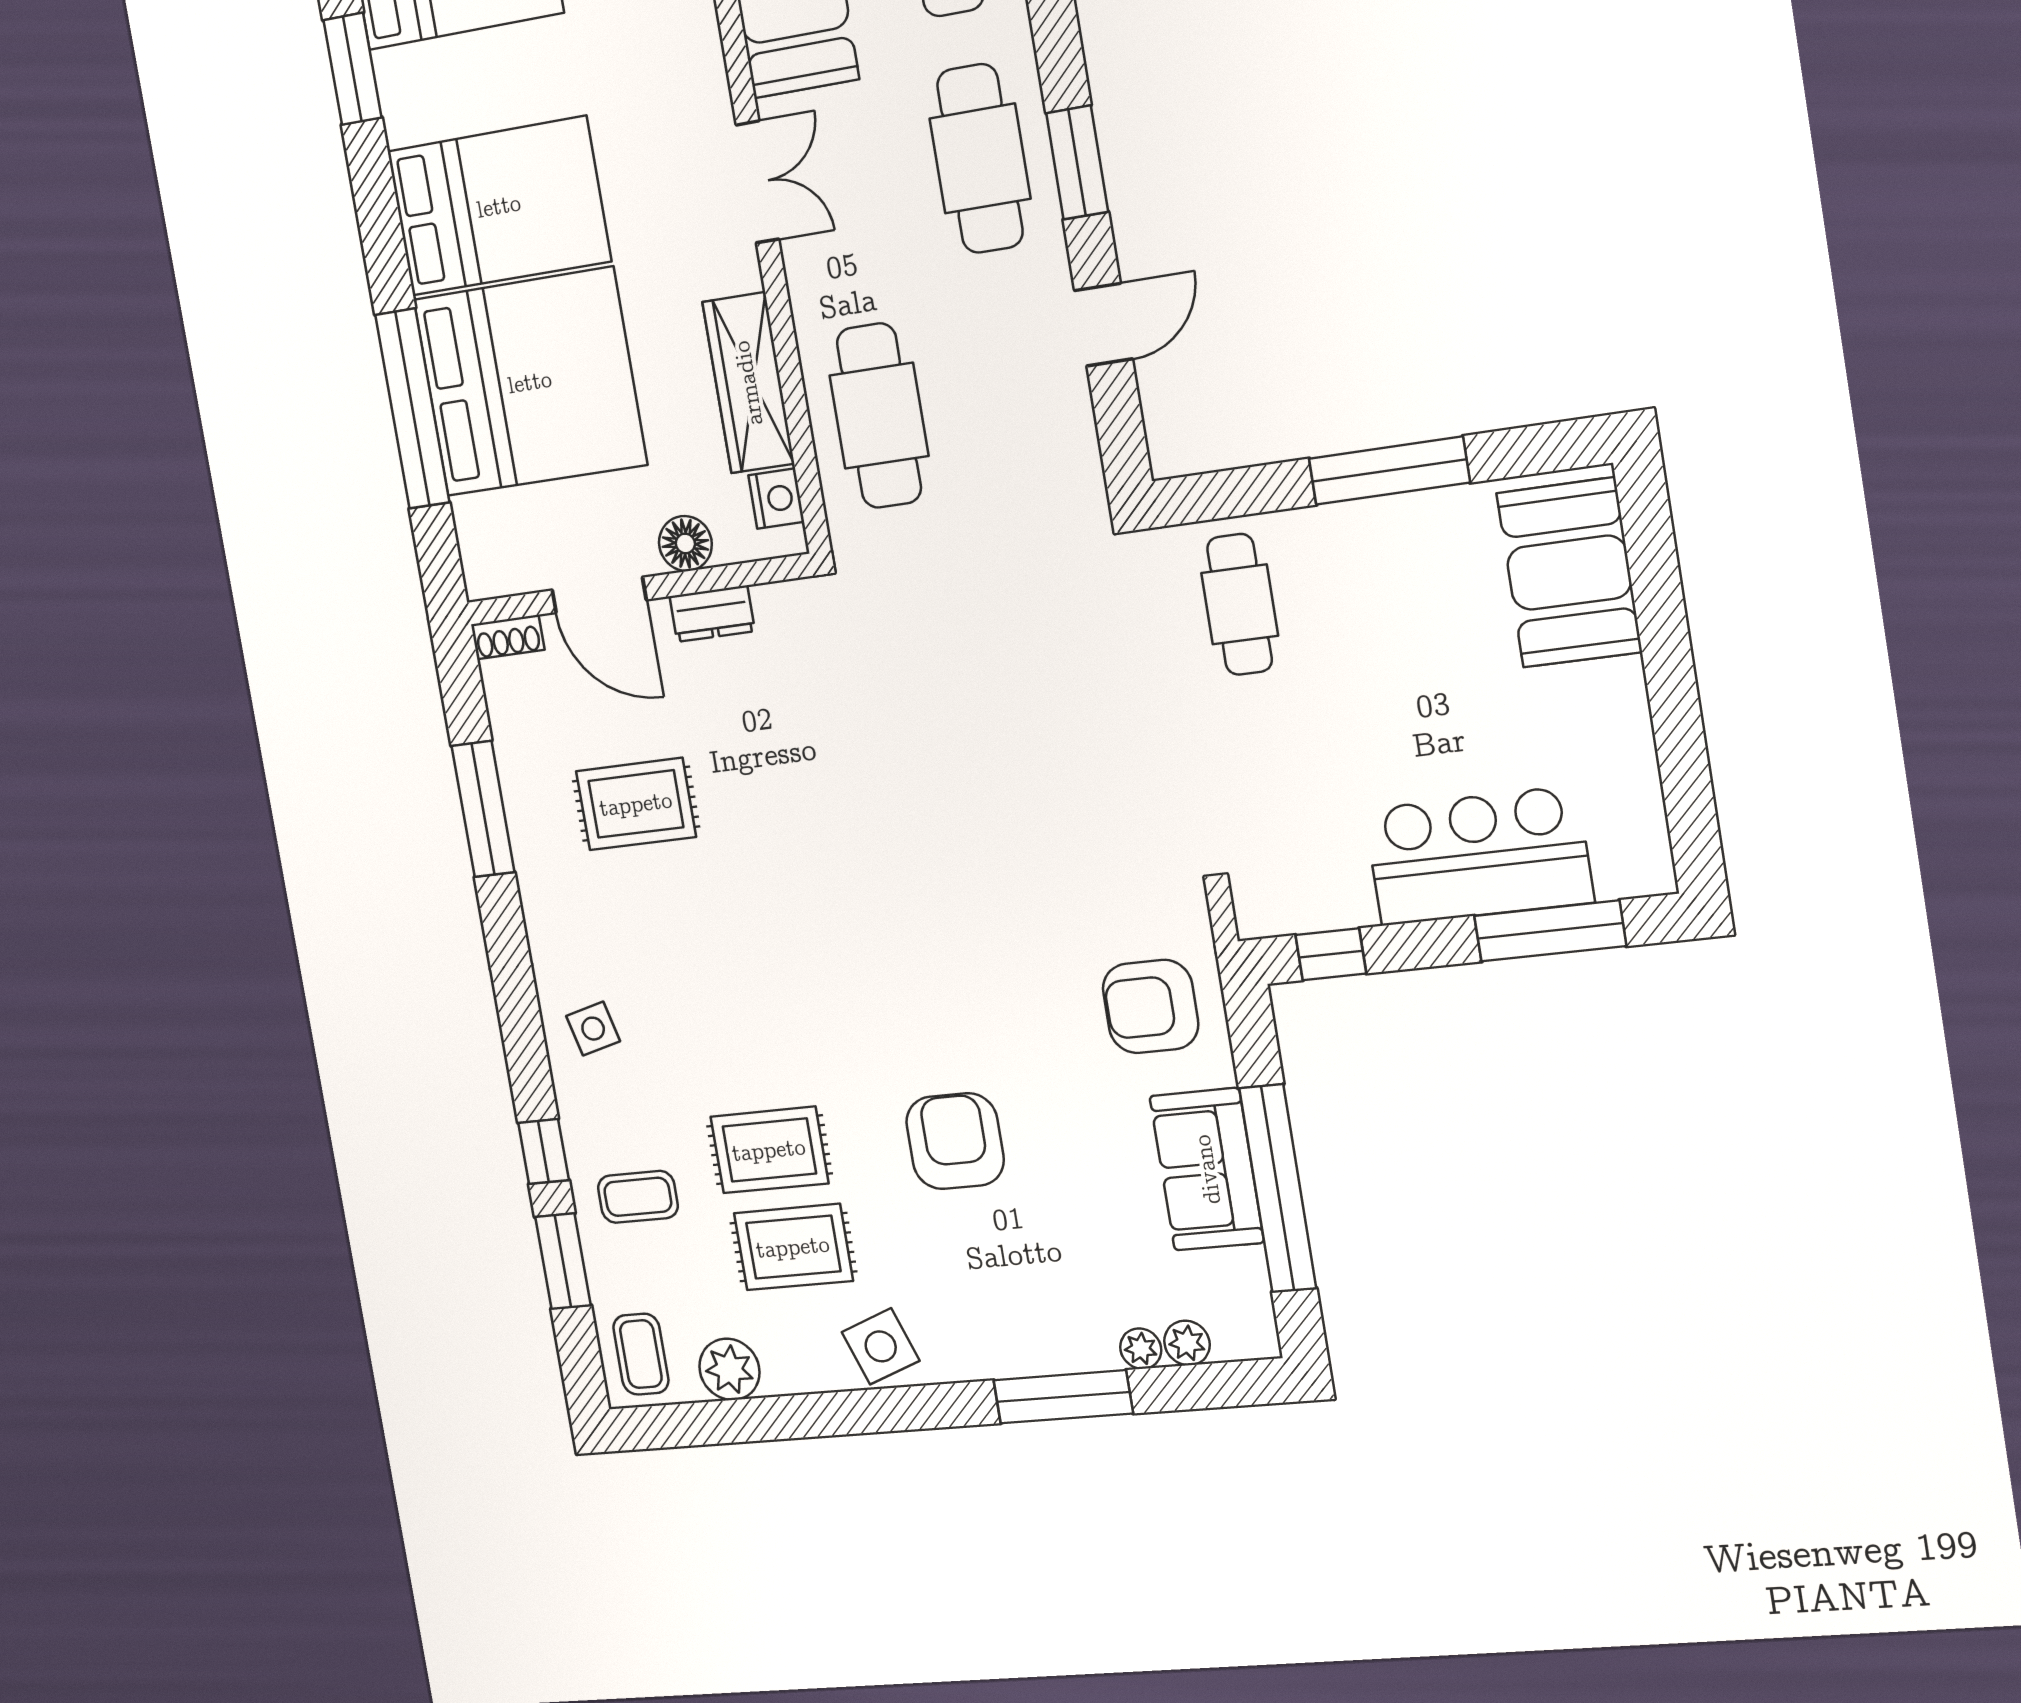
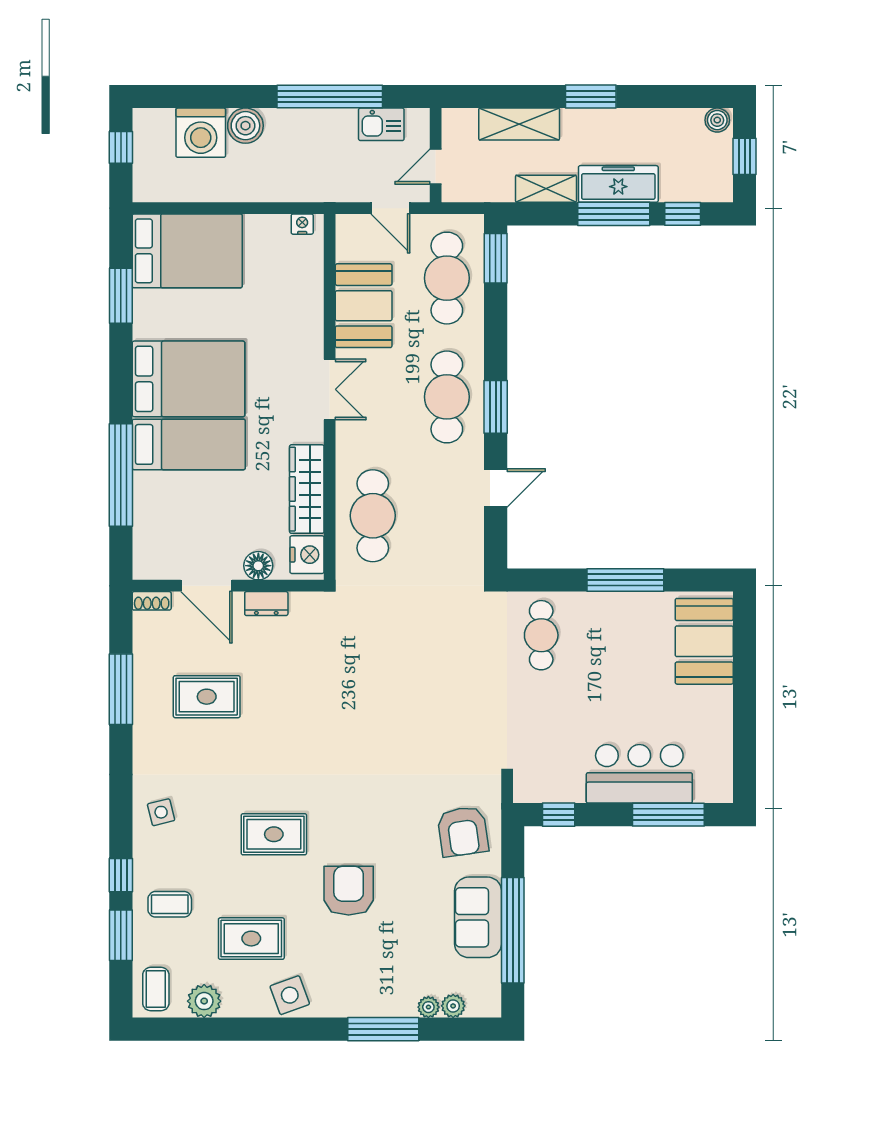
bed: (530, 382) -> (189, 444), width x0.49
nightstand: (776, 499) -> (307, 555), width x1.36, depth x1.33
armchair: (1151, 1006) -> (463, 831), turned -98
rug: (769, 1150) -> (274, 834), moved

